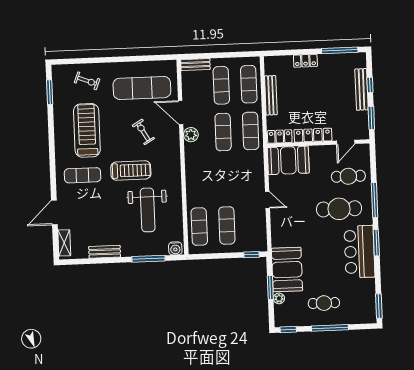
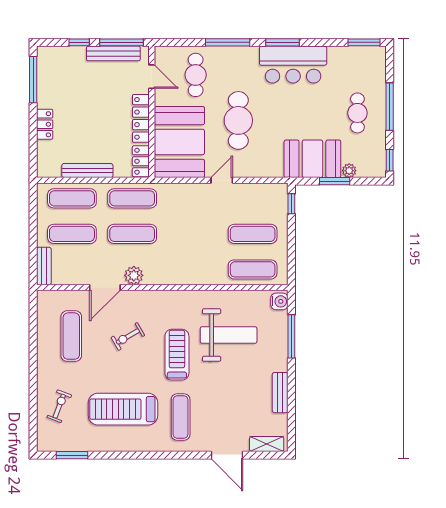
exercise mat: (142, 88) -> (71, 336), width x0.73, depth x0.69
bench: (362, 89) -> (113, 53), moved
window: (371, 118) -> (122, 42), width x1.44
booth: (288, 160) -> (179, 142), width x1.36, depth x1.42
cafe table: (339, 209) -> (238, 120), moved

